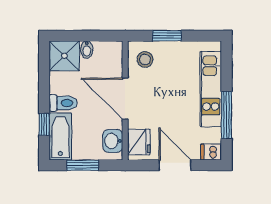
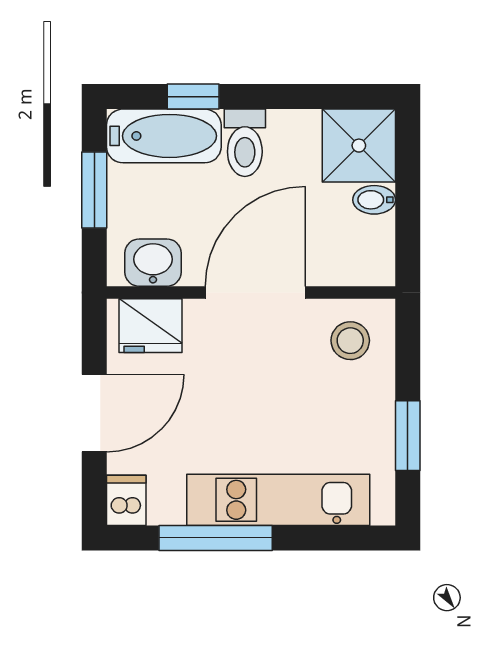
window: (167, 36) -> (408, 436), moved

